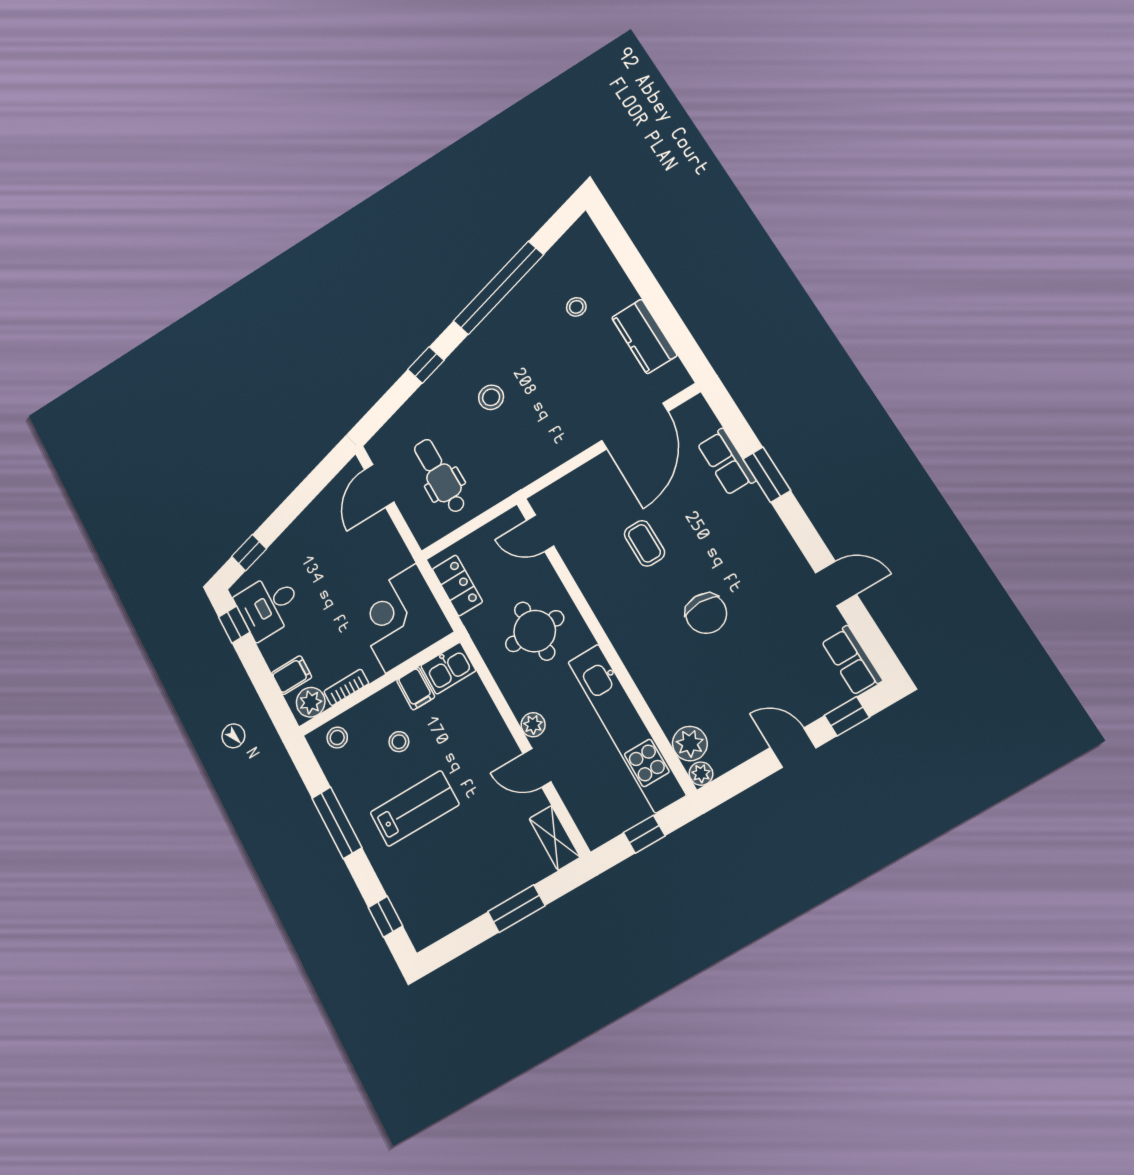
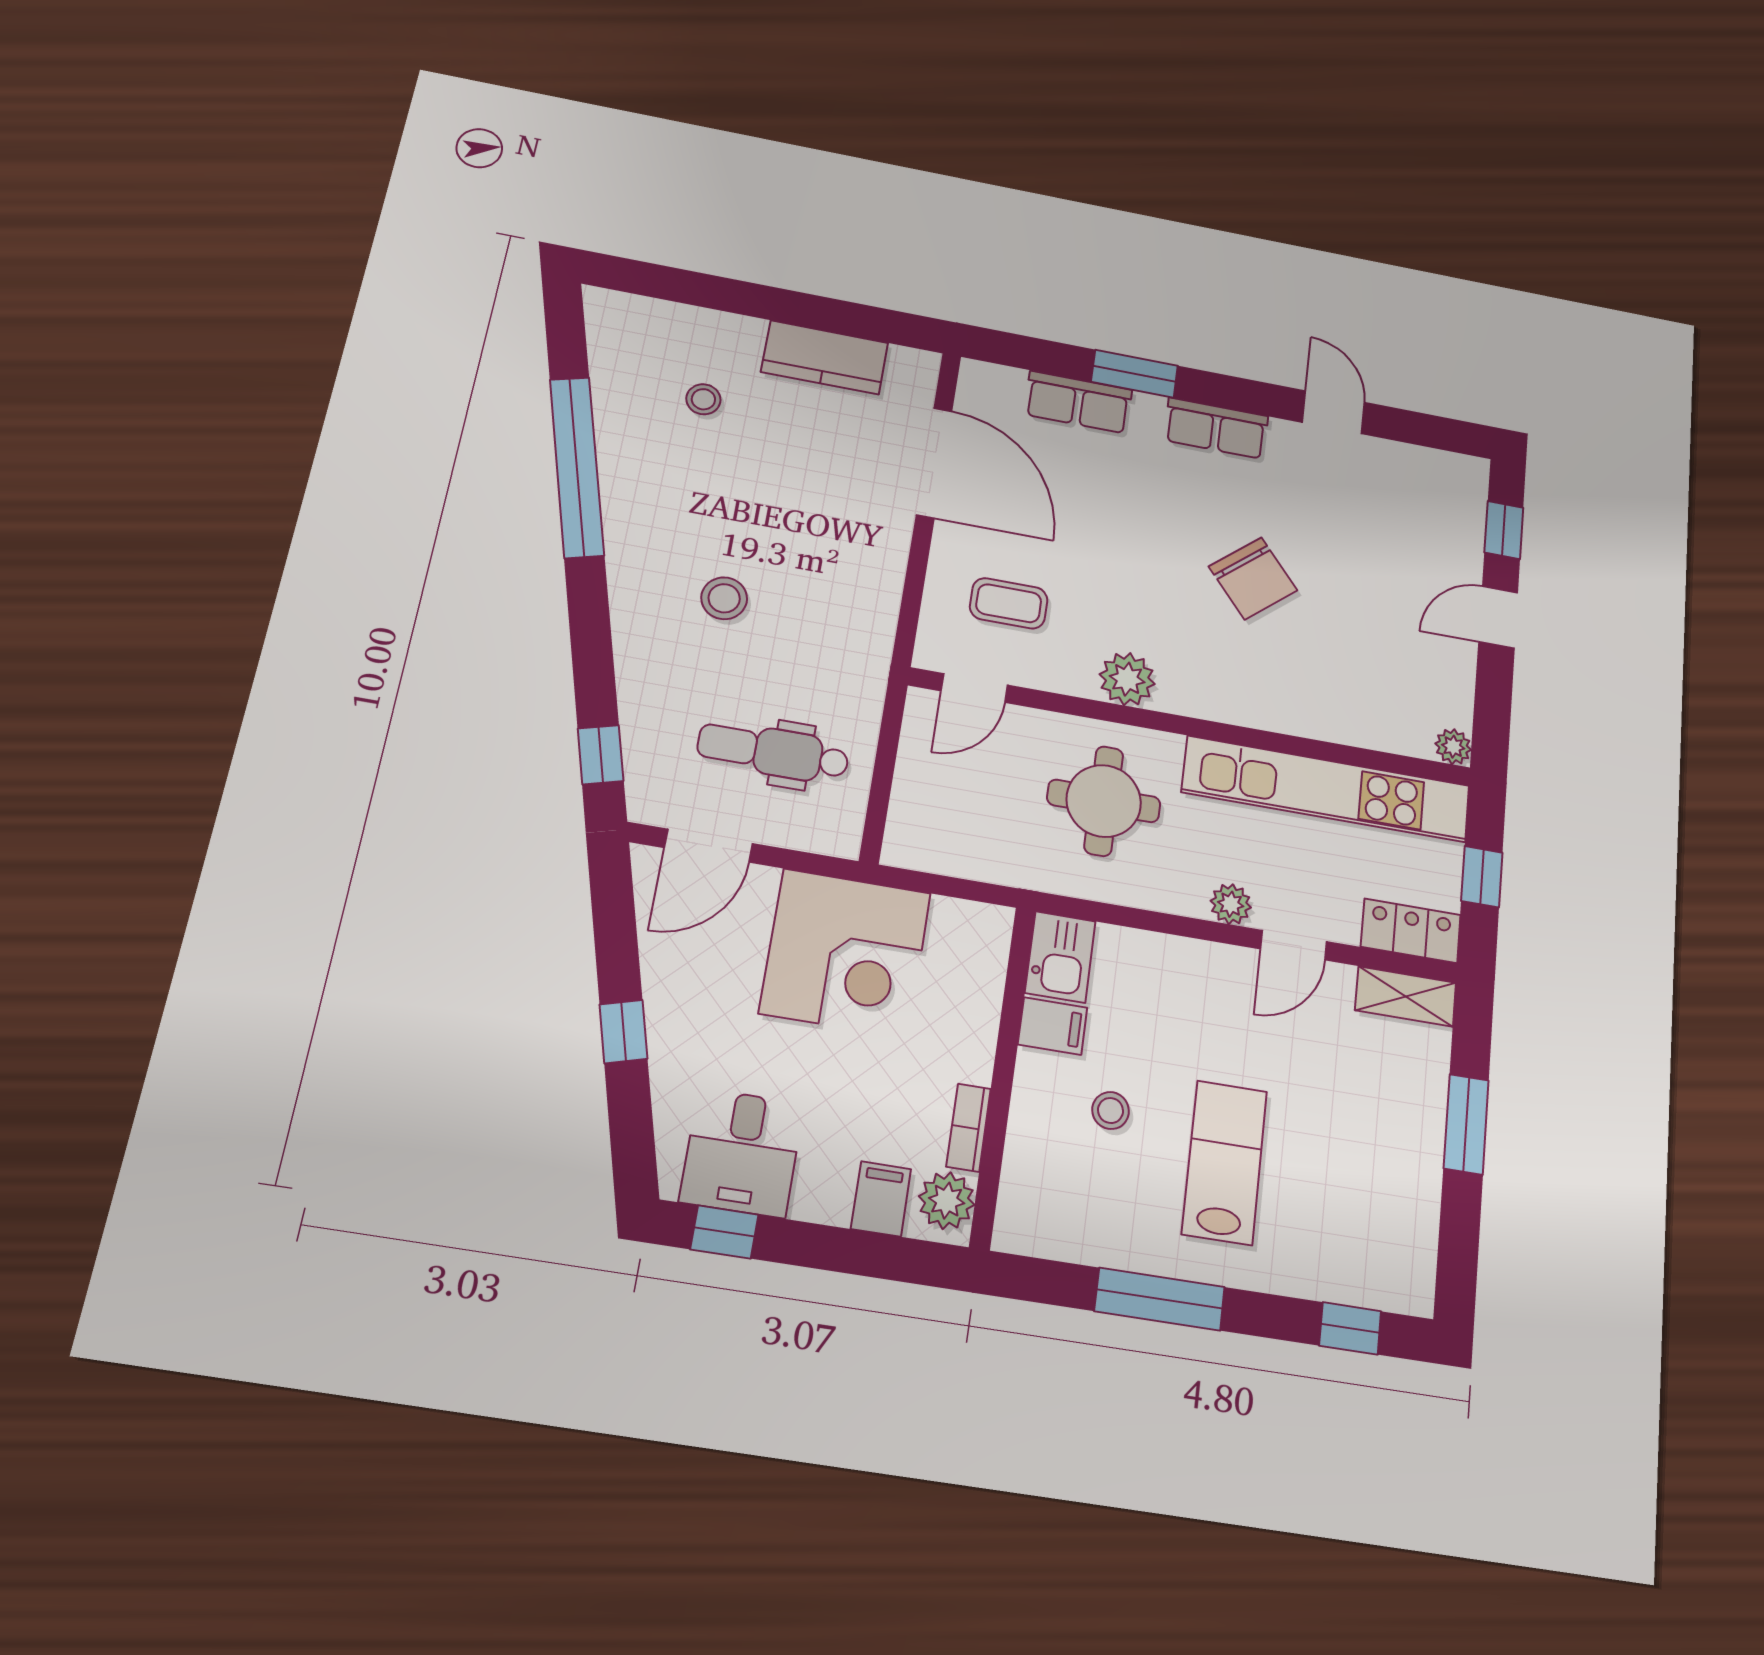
window: (426, 365) -> (601, 755), moved
door: (379, 486) -> (708, 846), hinge flipped
coffee table: (644, 543) -> (1009, 603), moved
window: (249, 553) -> (623, 1032), moved
door: (836, 584) -> (1333, 412), hinge flipped
locker: (457, 585) -> (1411, 931), moved
chair: (706, 613) -> (1253, 578), turned 50
corner desk: (401, 618) -> (846, 953), moved, turned -90
row of seats: (852, 661) -> (1216, 428), moved
stool: (337, 738) -> (1033, 1200), removed
plant: (690, 744) -> (1127, 679), moved

